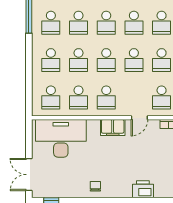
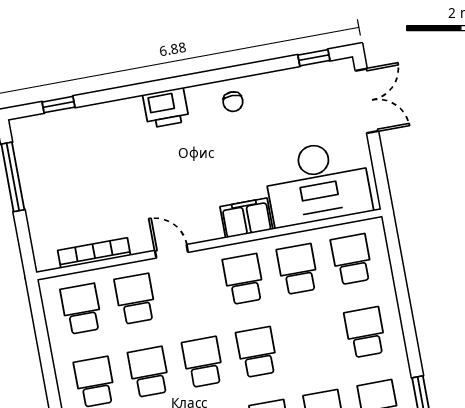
school desk: (79, 60) -> (311, 342), removed
door: (139, 118) -> (171, 251), hinge flipped
filing cabinet: (113, 127) -> (246, 218), moved
printer: (143, 189) -> (166, 108), moved

